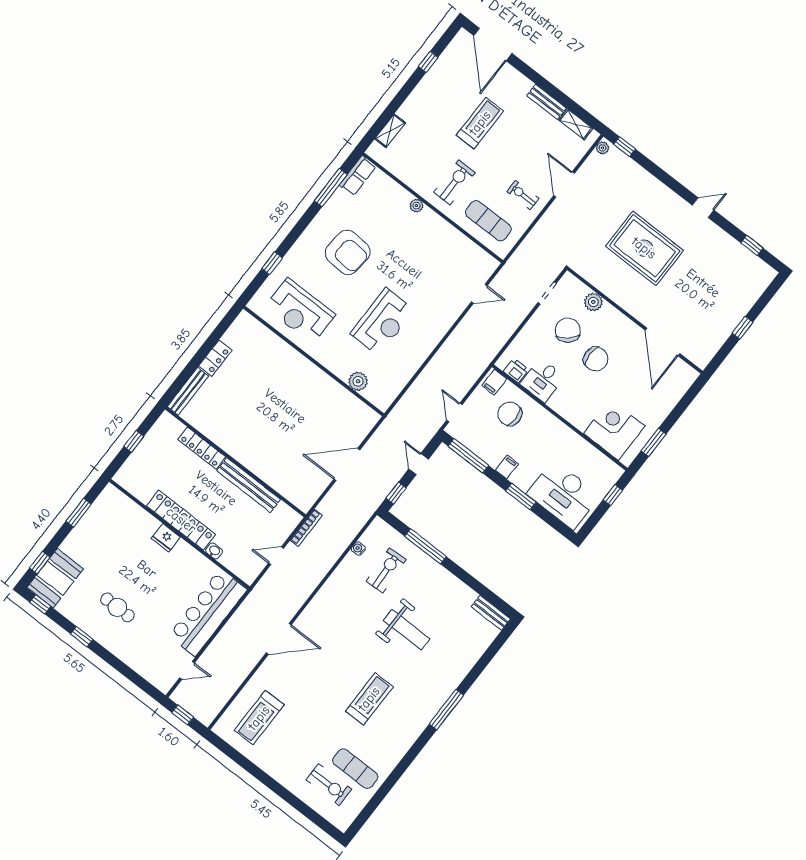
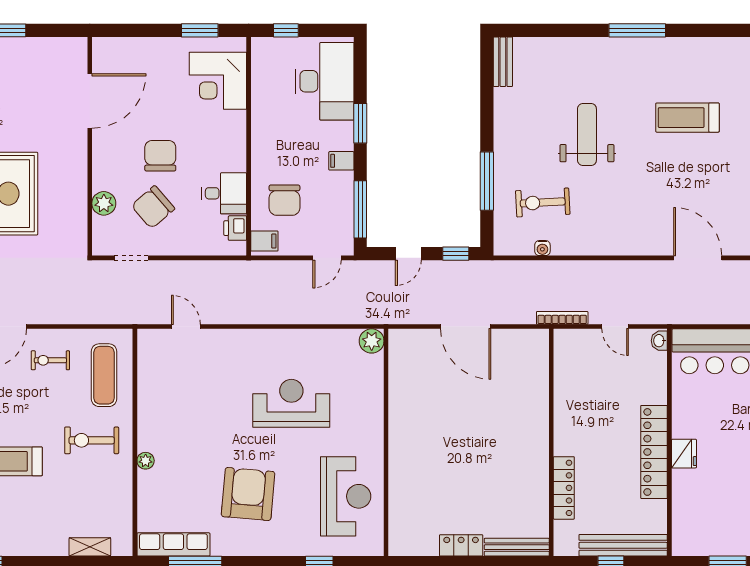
row of seats: (358, 176) -> (173, 544), width x1.48
exercise bike: (523, 195) -> (50, 360), turned 90
plant: (358, 381) -> (372, 341), moved
bench: (249, 485) -> (623, 545), moved, turned 90
washbasin: (214, 551) -> (659, 341), moved

